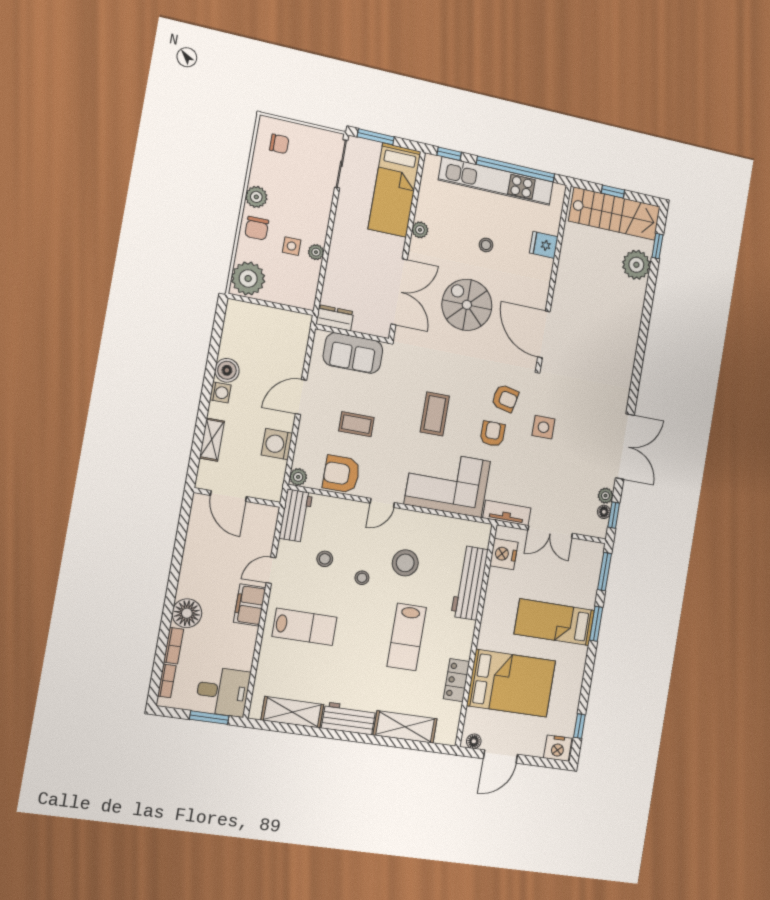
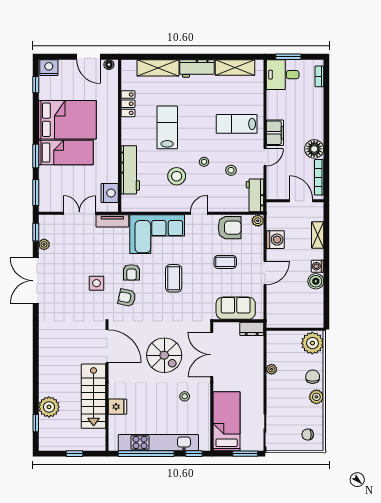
stairs: (615, 214) -> (94, 396), moved, turned -90
plant: (420, 230) -> (205, 399), removed
stool: (486, 245) -> (185, 396), moved
side table: (292, 246) -> (288, 370), removed
floor lamp: (604, 512) -> (43, 233), removed
floor lamp: (187, 613) -> (314, 149), moved
bookcase: (173, 646) -> (319, 177), moved, width x1.56
bed: (511, 683) -> (67, 120), moved, turned 180
door: (500, 757) -> (89, 57), swing flipped

